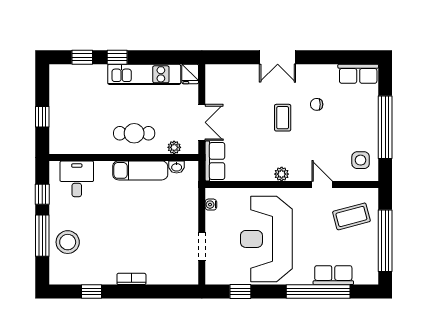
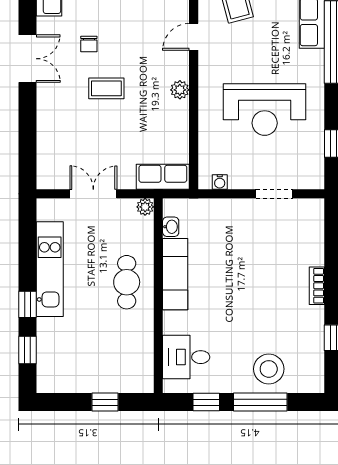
double door: (278, 57) -> (27, 59), moved
fridge: (190, 74) -> (49, 209), removed
double door: (202, 122) -> (93, 194), moved
plant: (174, 147) -> (145, 207), moved
reception desk: (266, 239) -> (265, 110), width x0.74, depth x0.77

